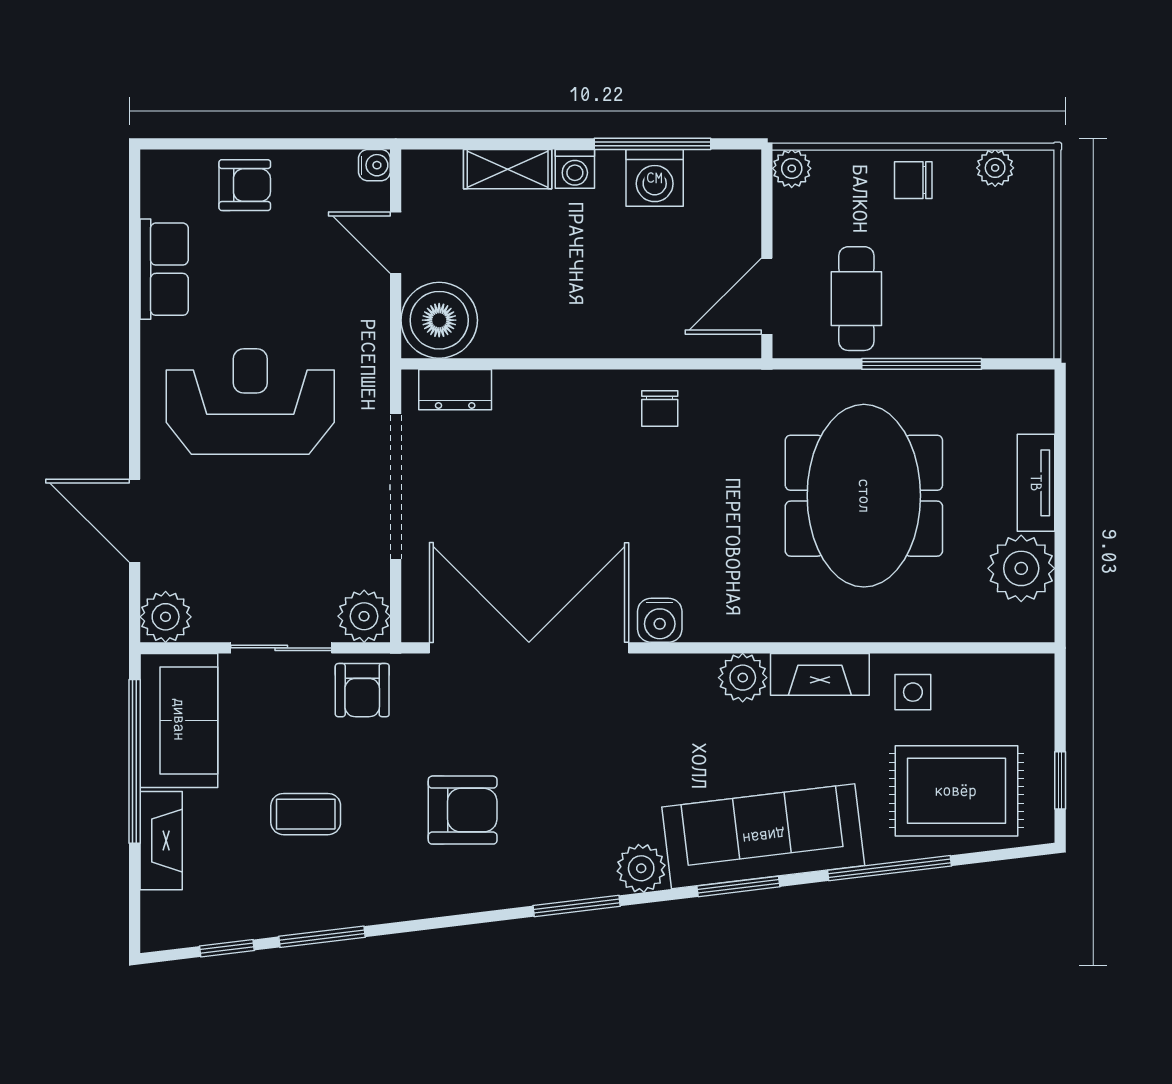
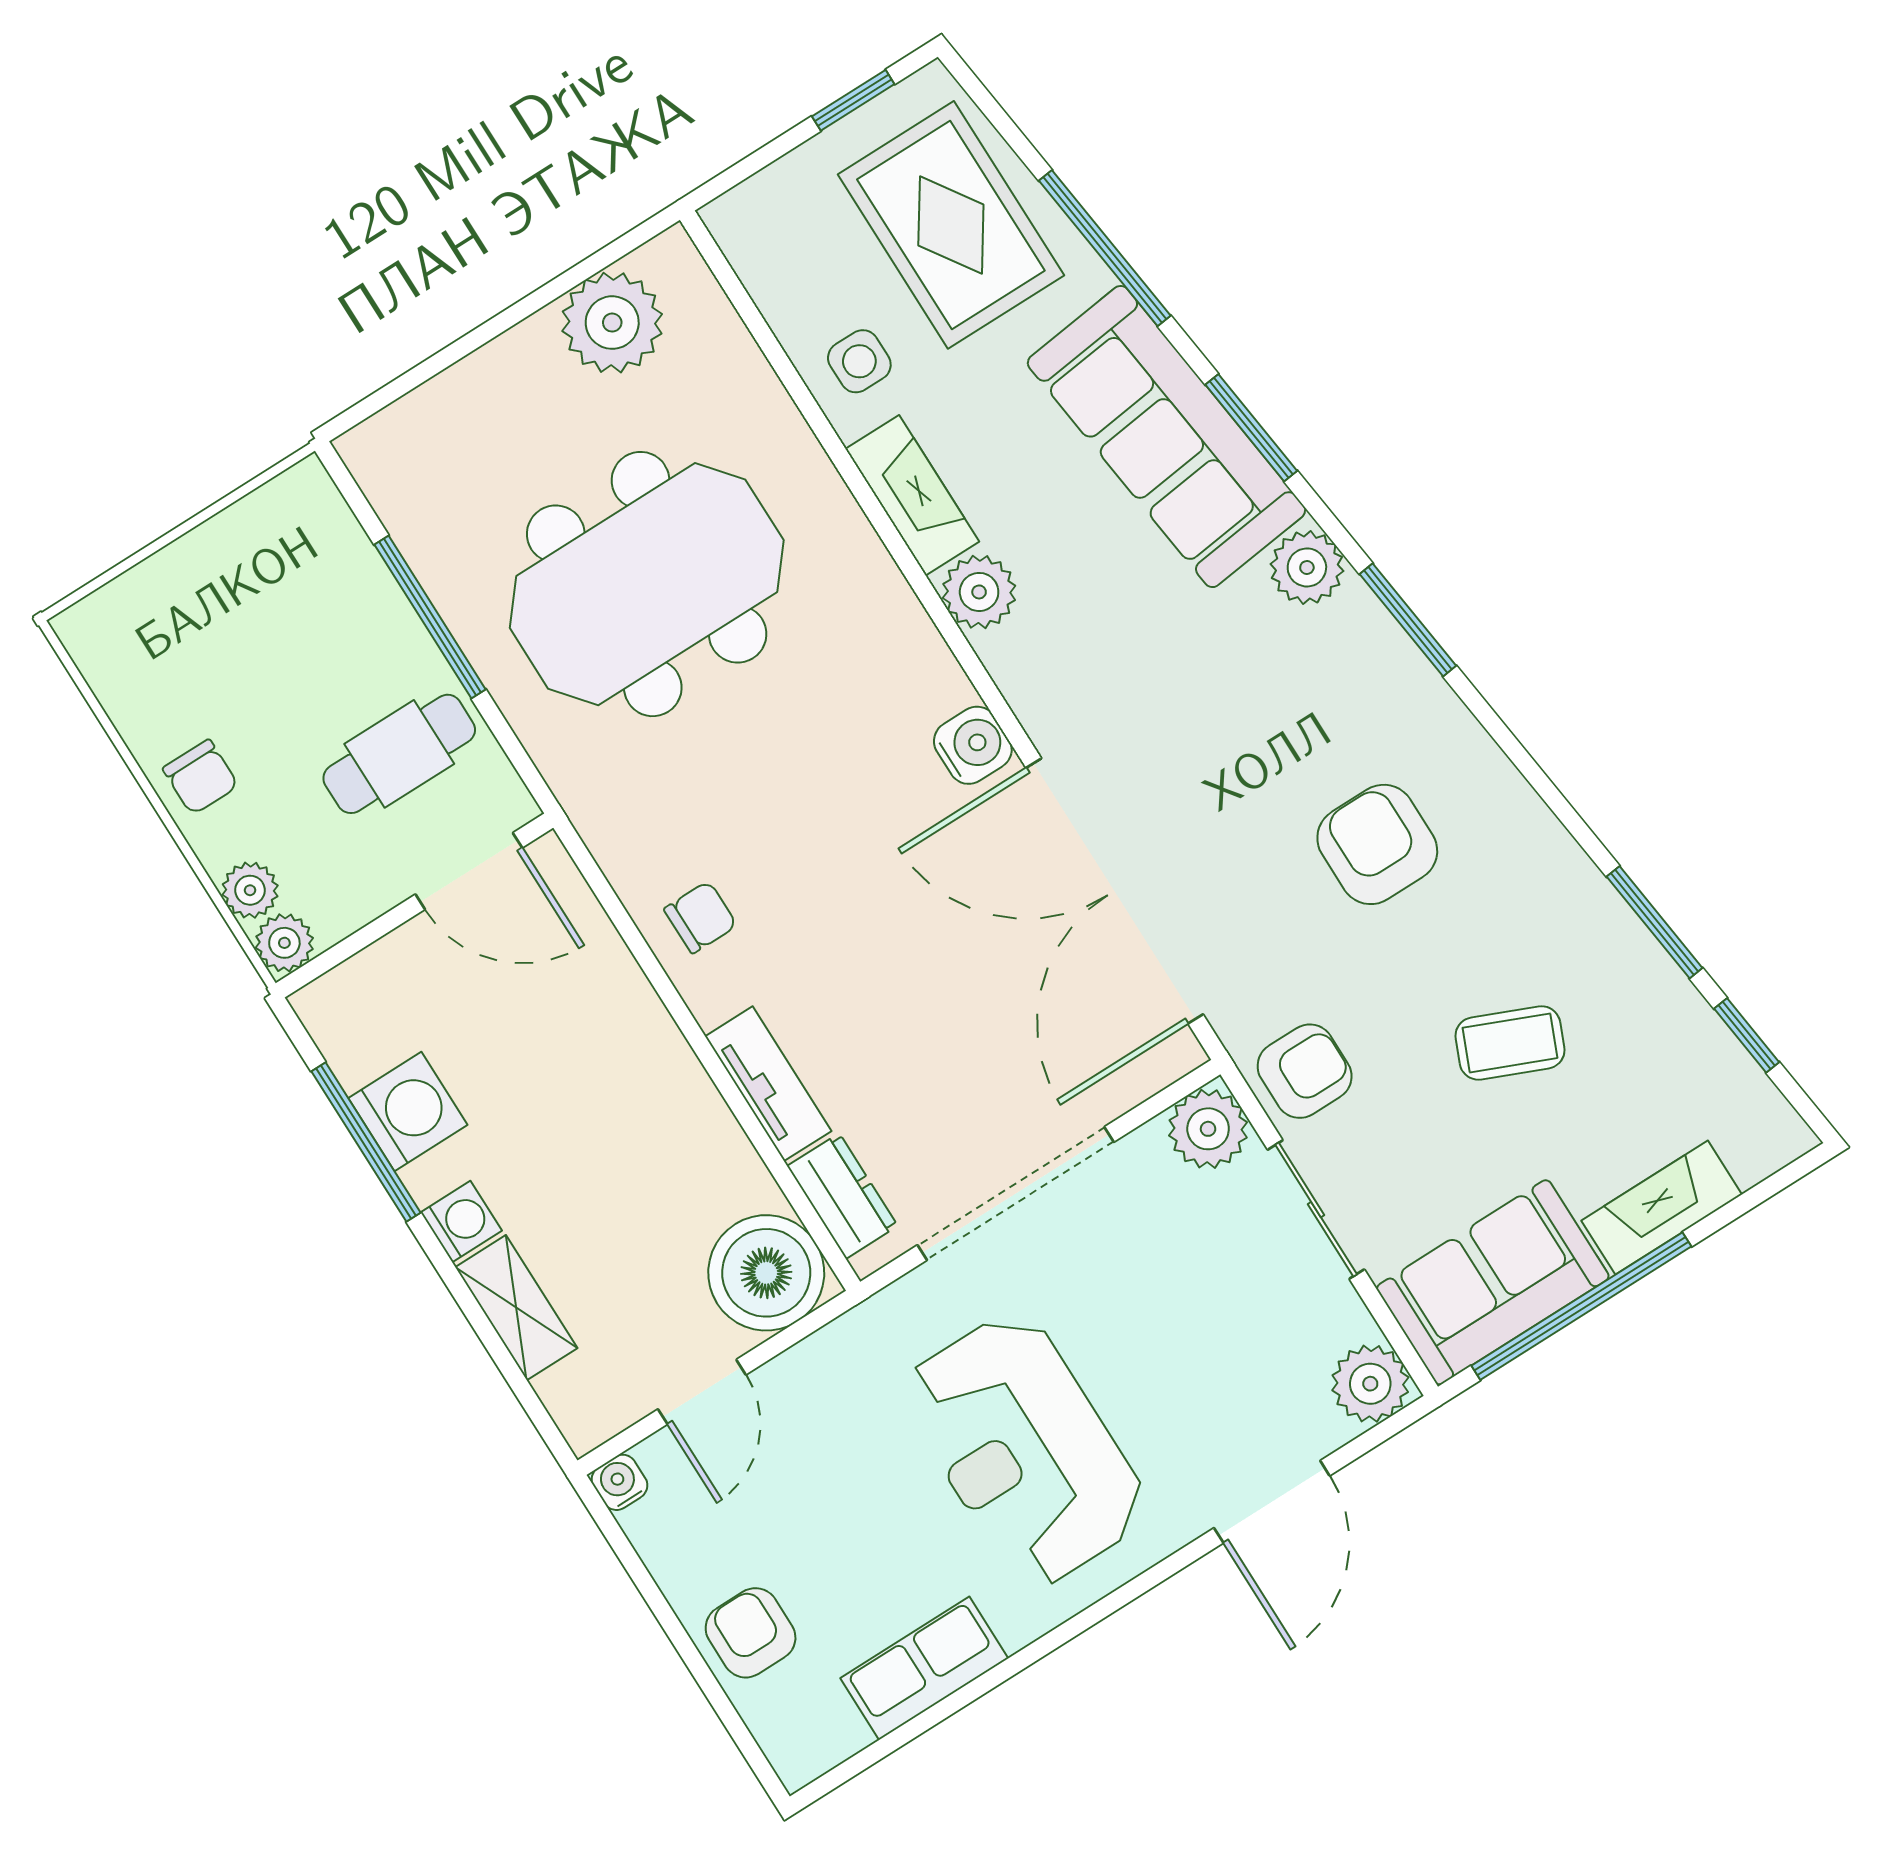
plant: (995, 168) -> (250, 890), moved
tv unit: (1036, 483) -> (768, 1084), moved, turned -90
coffee table: (306, 814) -> (1510, 1043), turned -67

